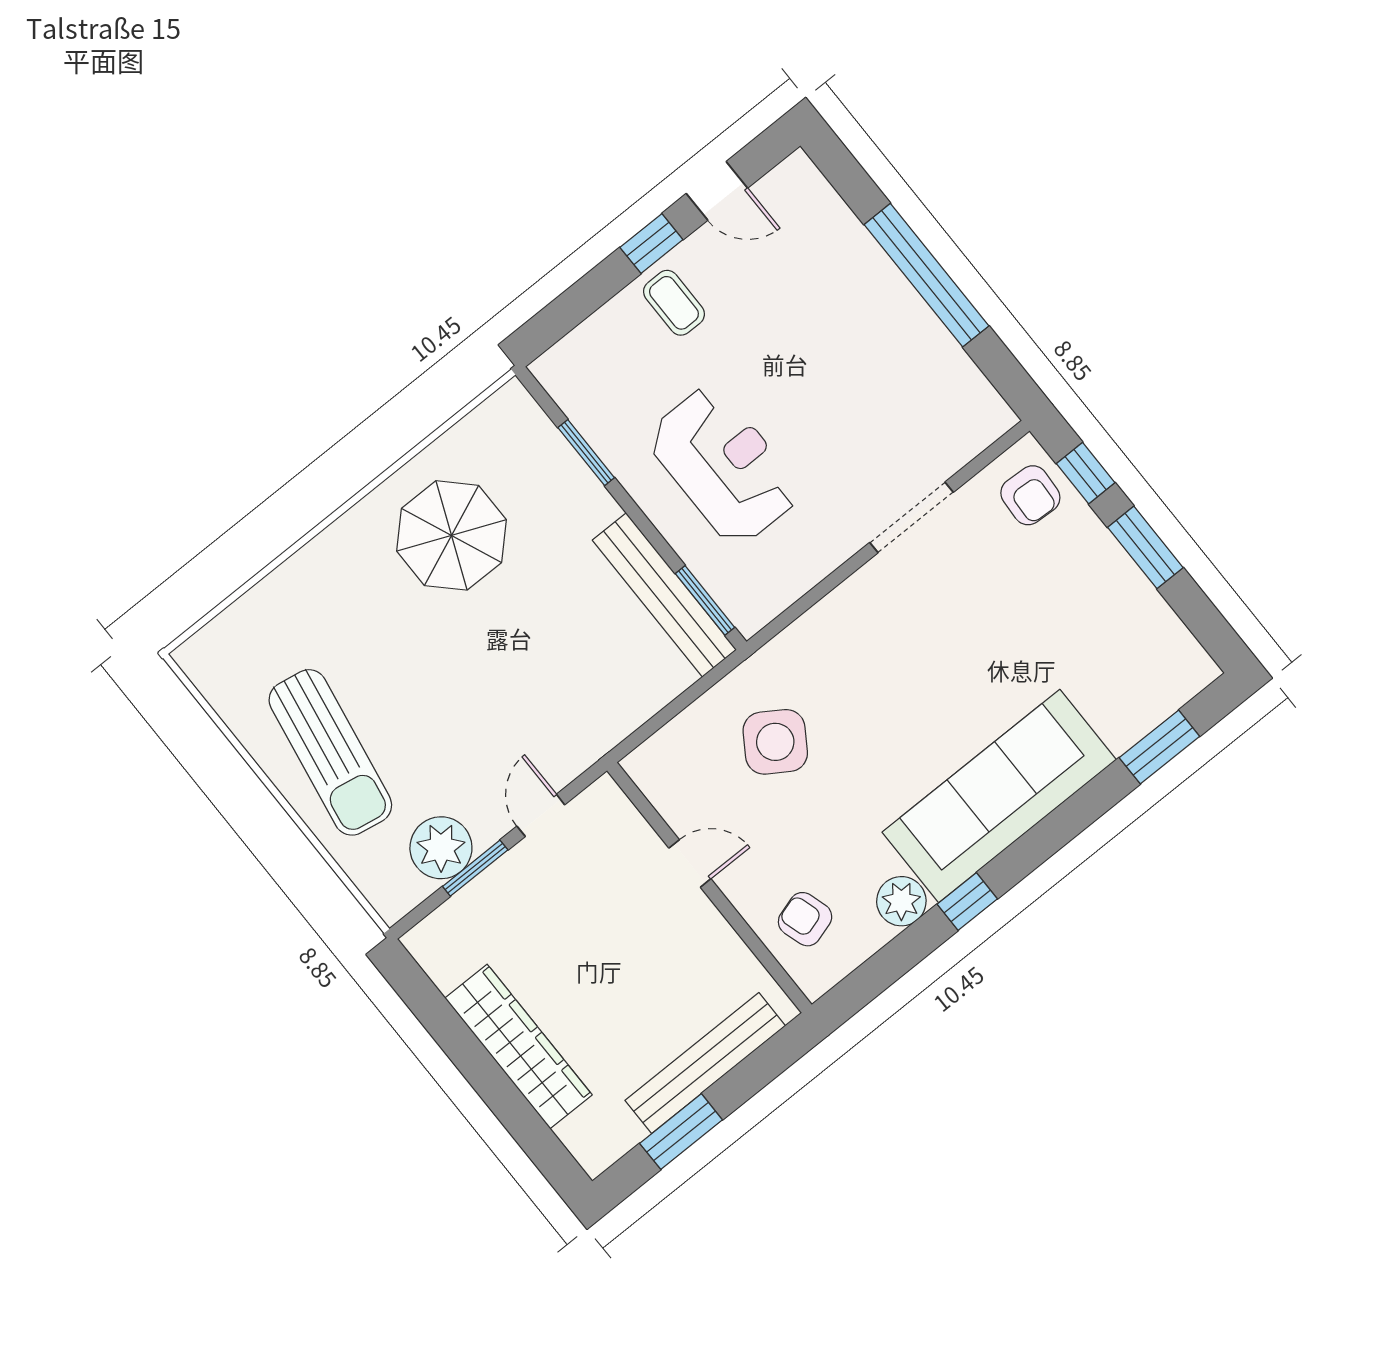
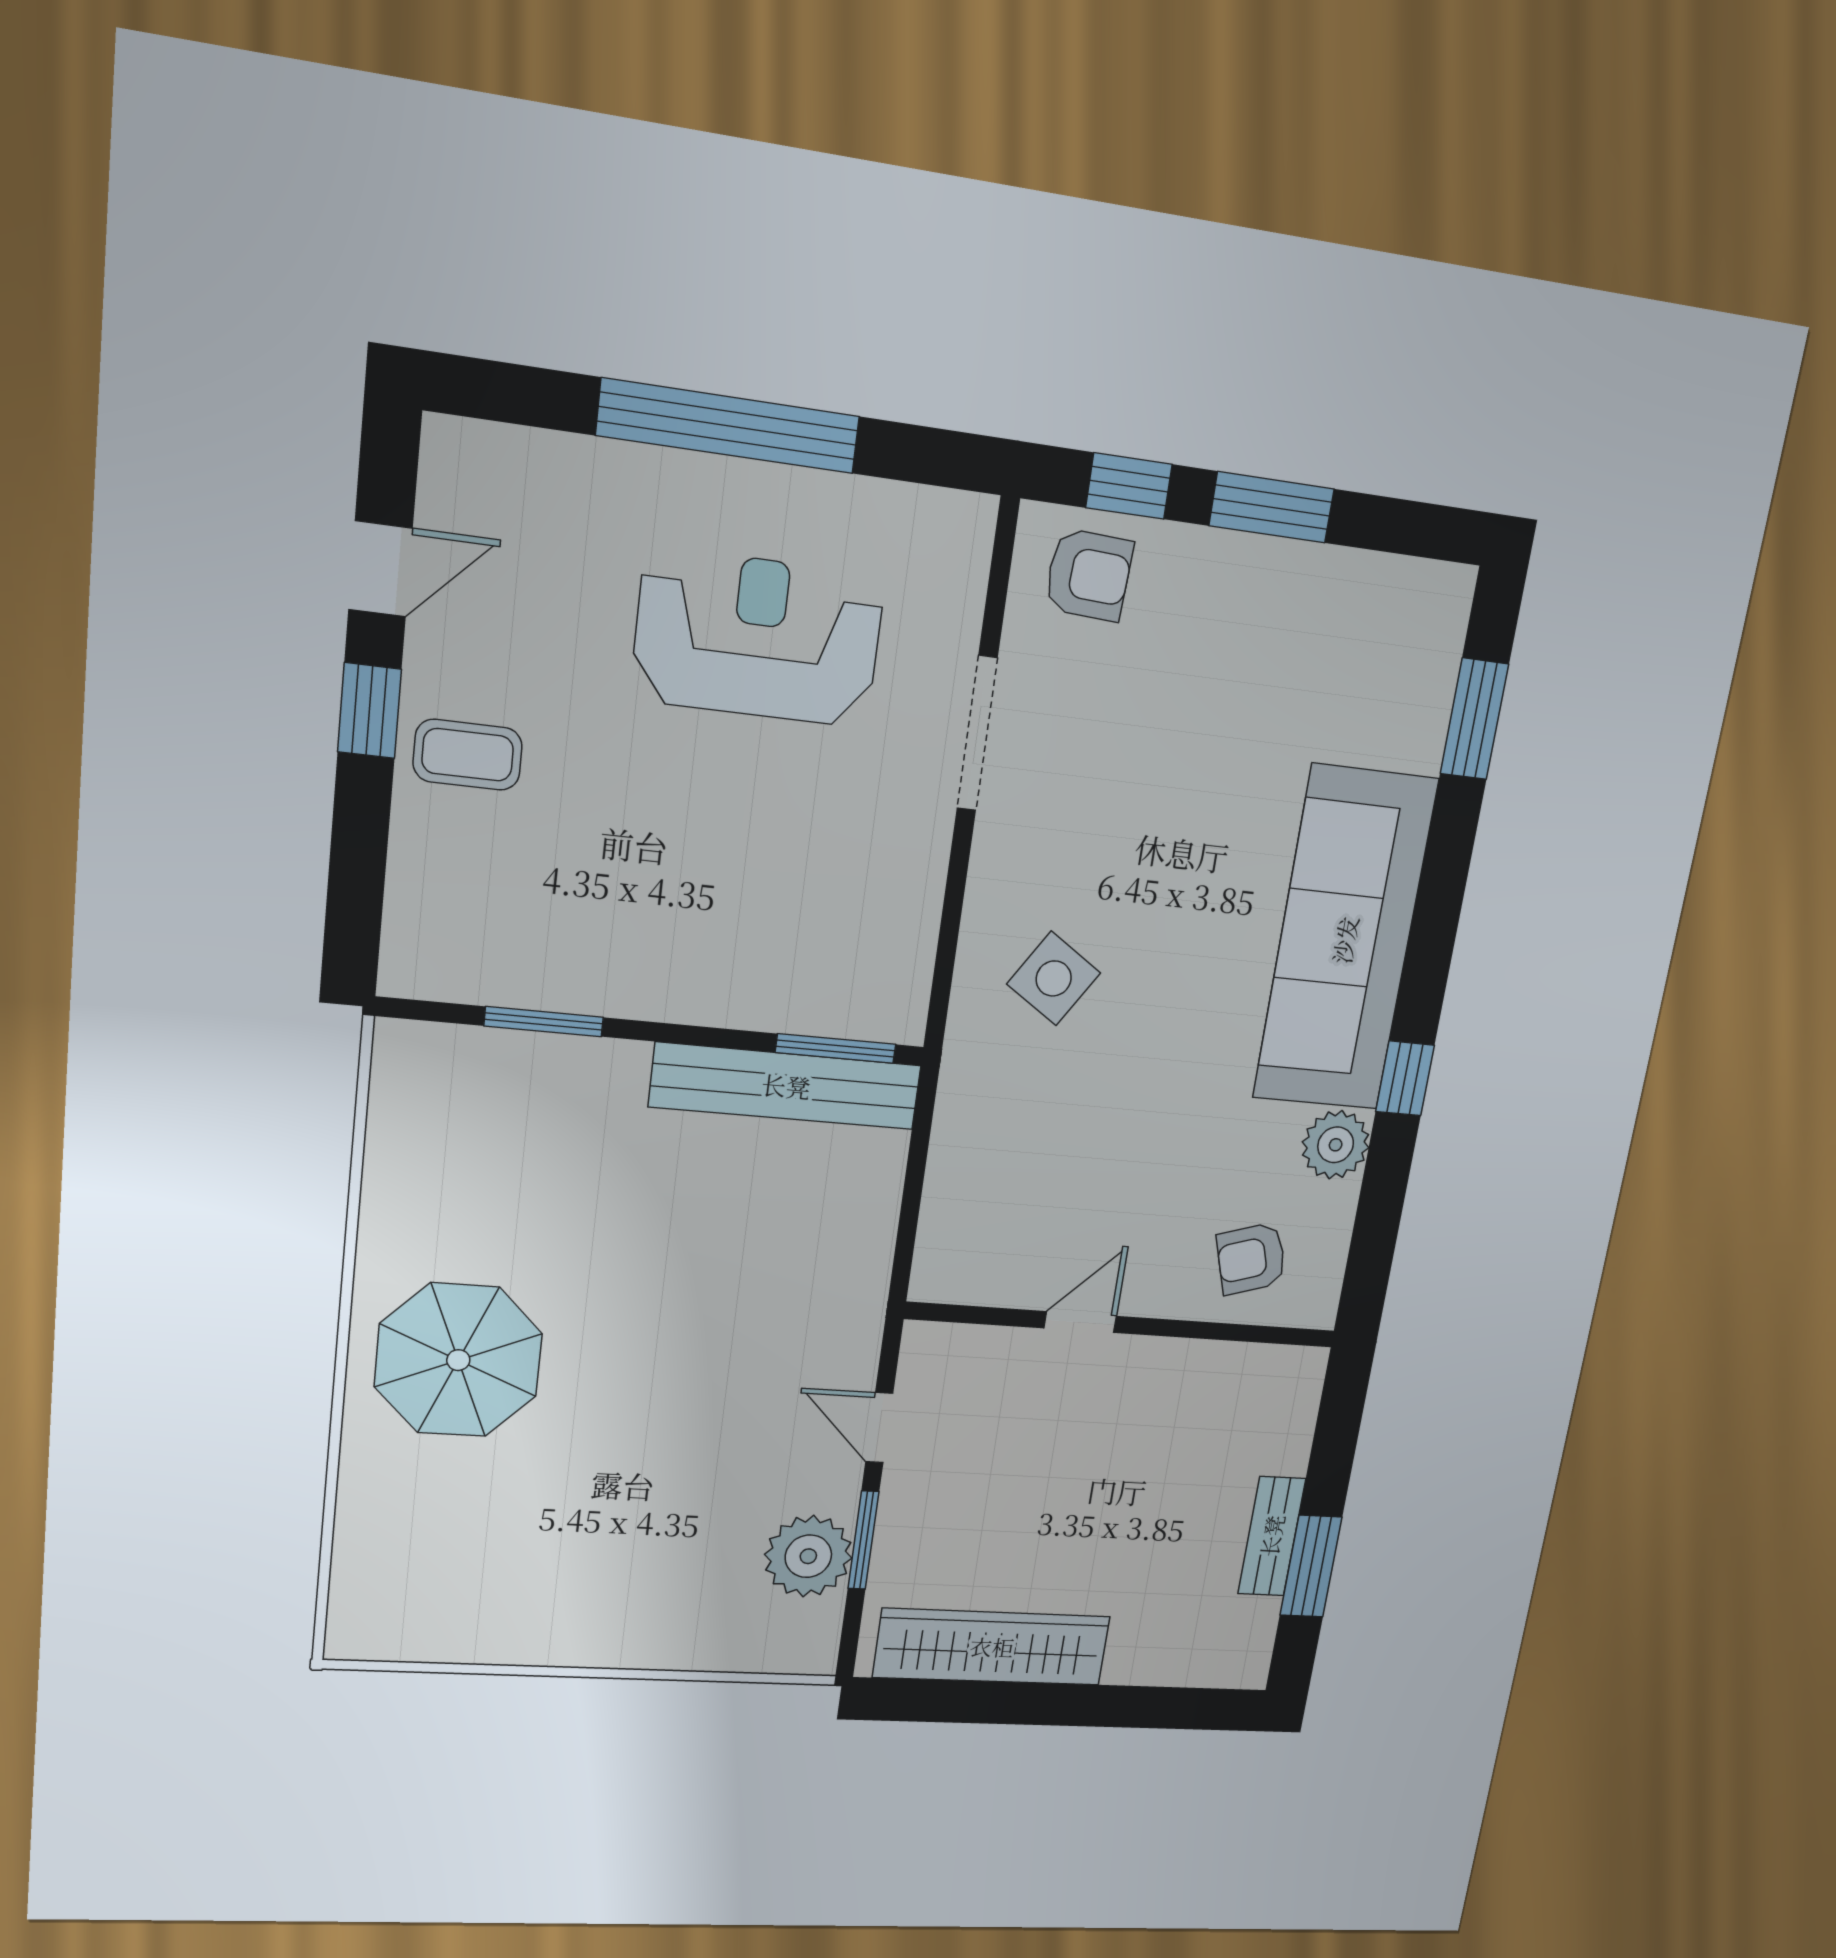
reception desk: (724, 465) -> (758, 638), moved
parasol: (452, 535) -> (458, 1360), moved
side table: (775, 742) -> (1054, 978), moved, width x0.73, depth x0.73
sun lounger: (330, 752) -> (597, 1583), removed
wardrobe: (519, 1046) -> (992, 1647), moved
bench: (705, 1063) -> (1272, 1536), width x0.54, depth x0.82

